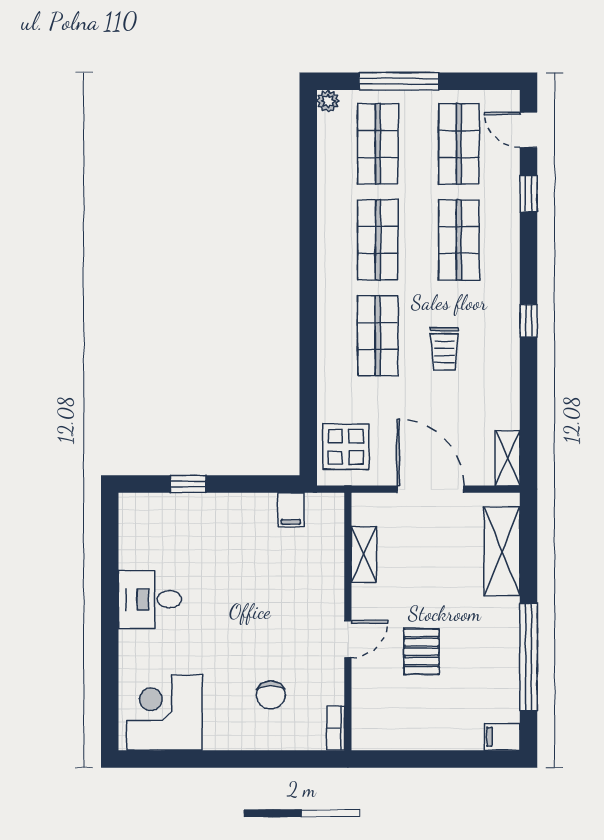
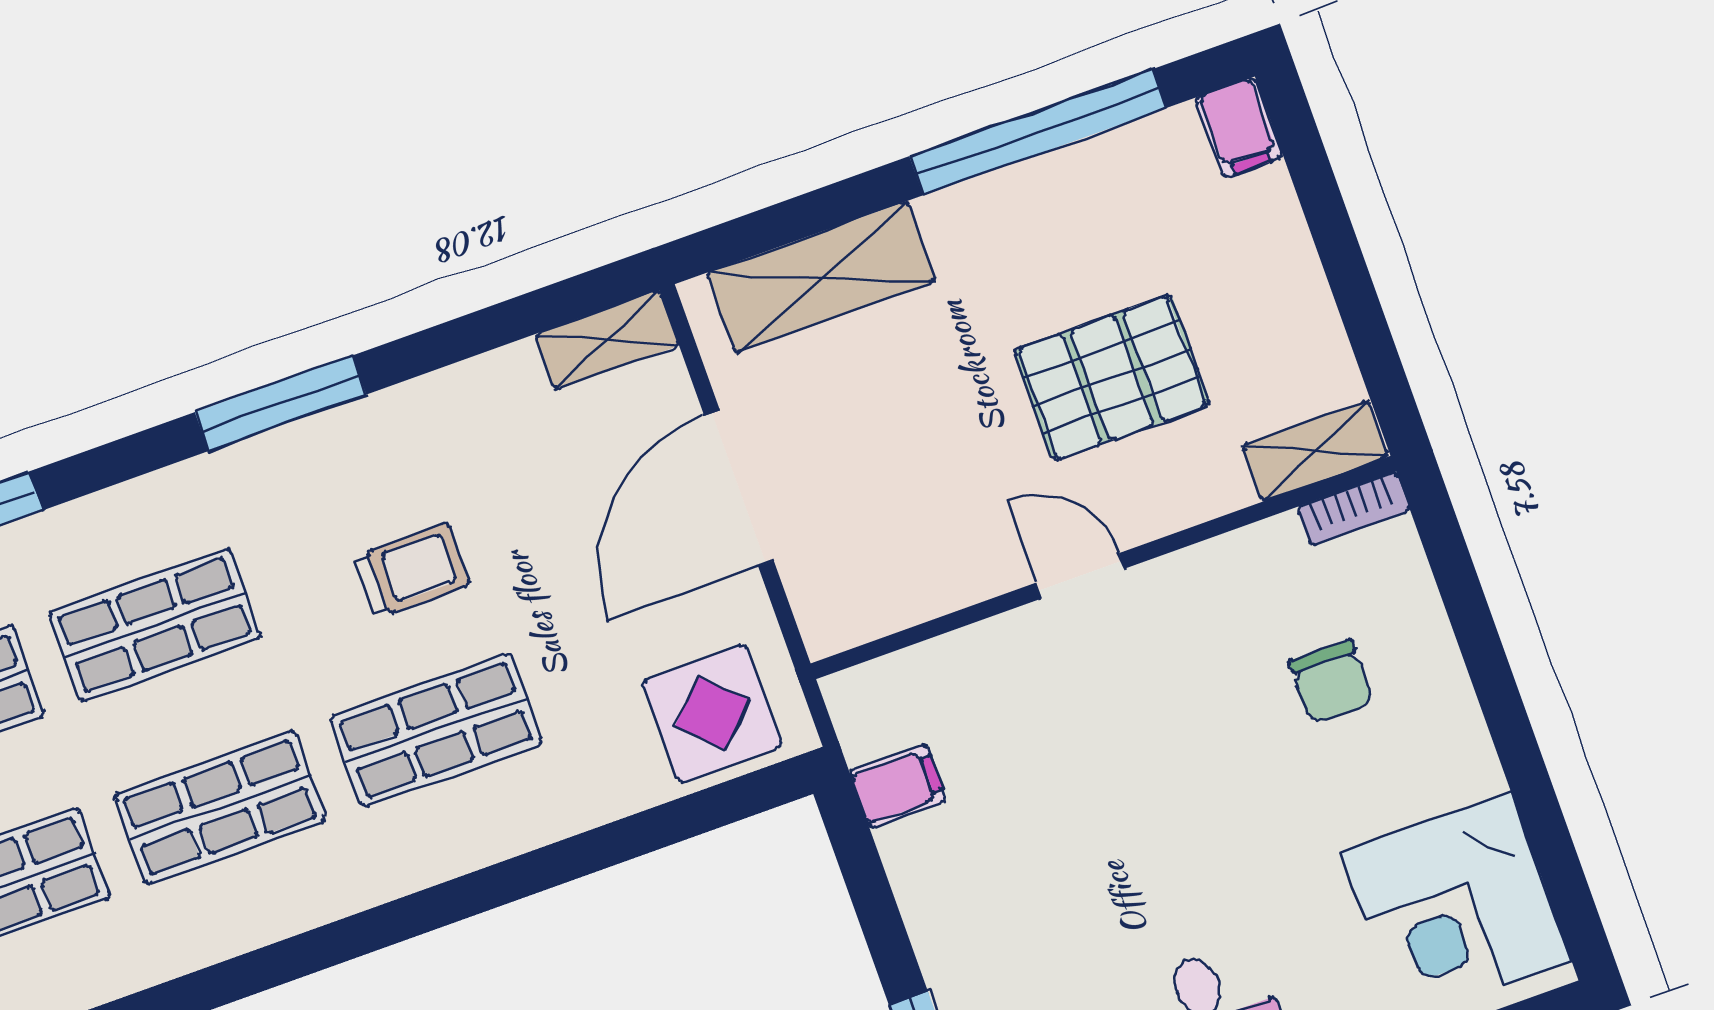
window: (529, 321) -> (281, 403), width x2.17
shelving: (364, 554) -> (1315, 451), moved
door: (348, 639) -> (1080, 576), moved
pallet: (421, 652) -> (1112, 377), width x1.50, depth x1.42
chair: (271, 695) -> (1331, 682), turned 90

